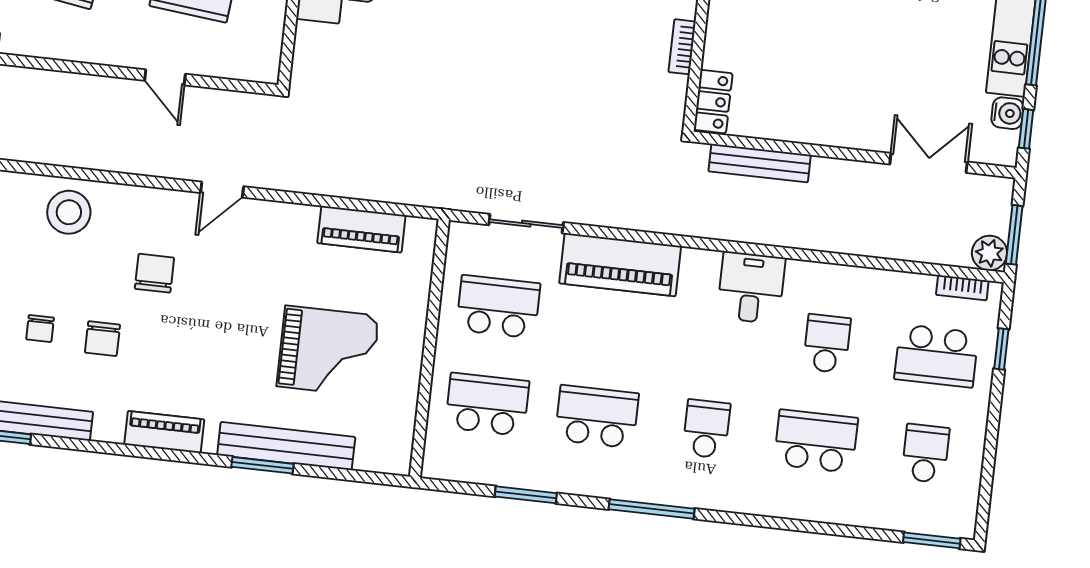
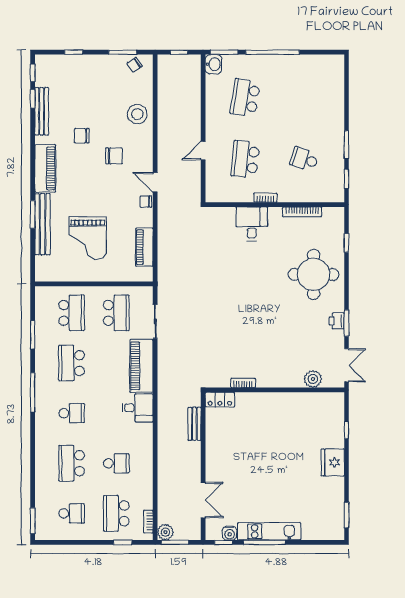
bench: (760, 163) -> (194, 424), width x0.73
desk: (751, 288) -> (138, 408), moved
chair: (40, 328) -> (146, 202), moved
school desk: (597, 417) -> (72, 363), turned 180
piano: (164, 432) -> (45, 168), width x1.37, depth x1.33
school desk: (816, 441) -> (72, 463), turned 180

